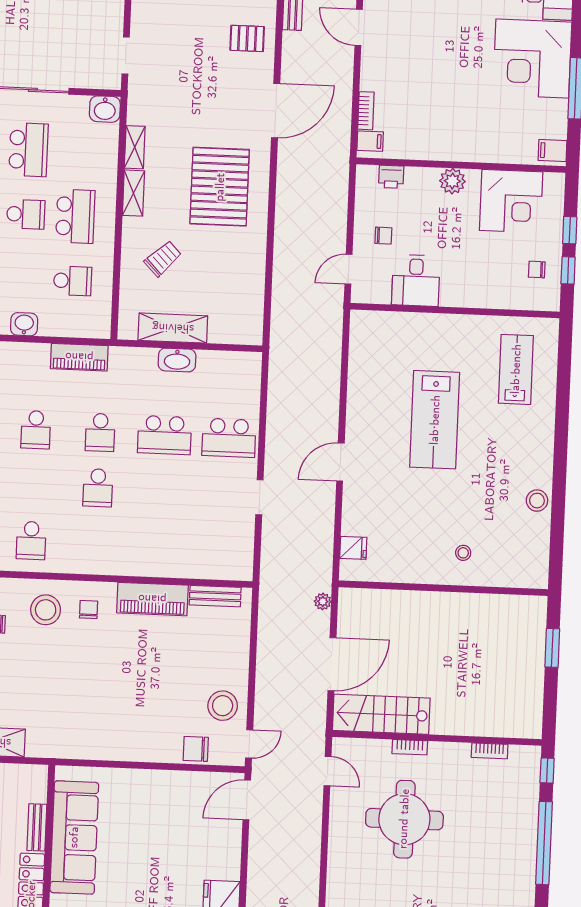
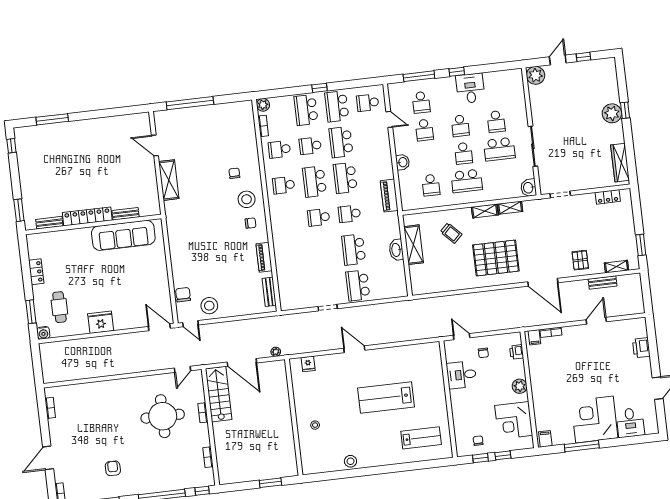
school desk: (36, 430) -> (345, 178), width x1.85
school desk: (33, 485) -> (314, 182), added
piano: (152, 599) -> (264, 257), width x0.73, depth x0.75

